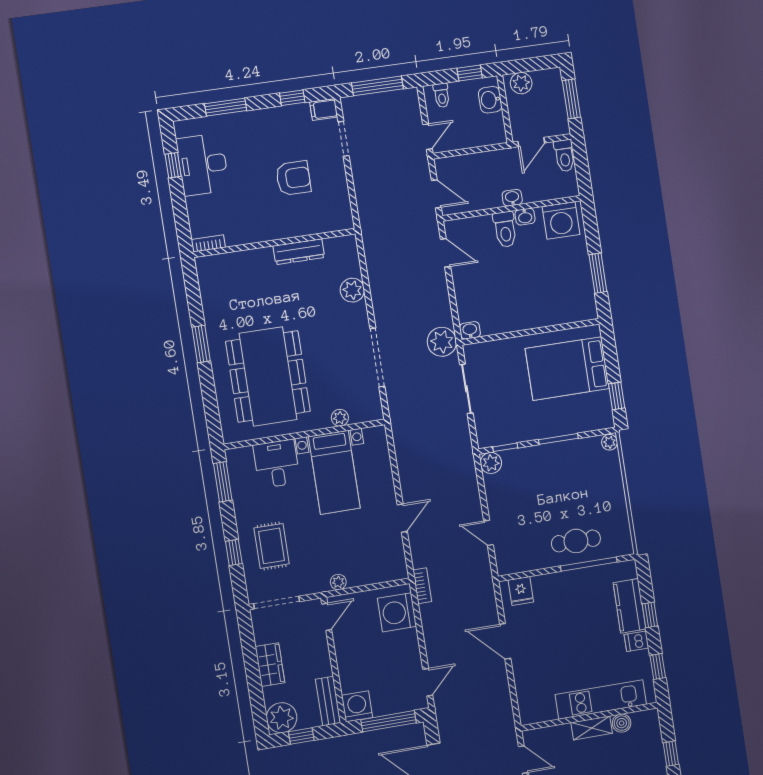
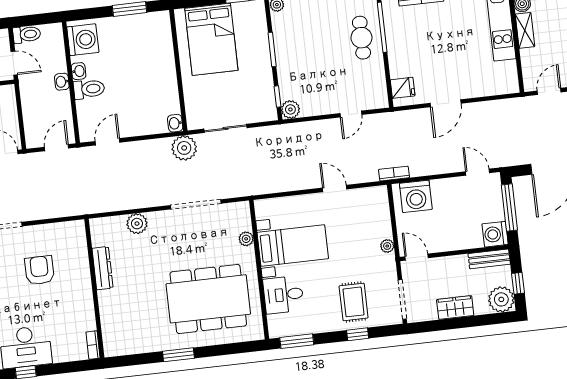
rug: (272, 546) -> (354, 302), turned 90

